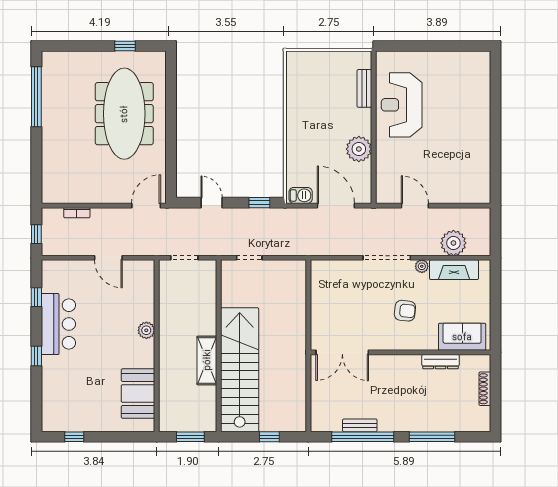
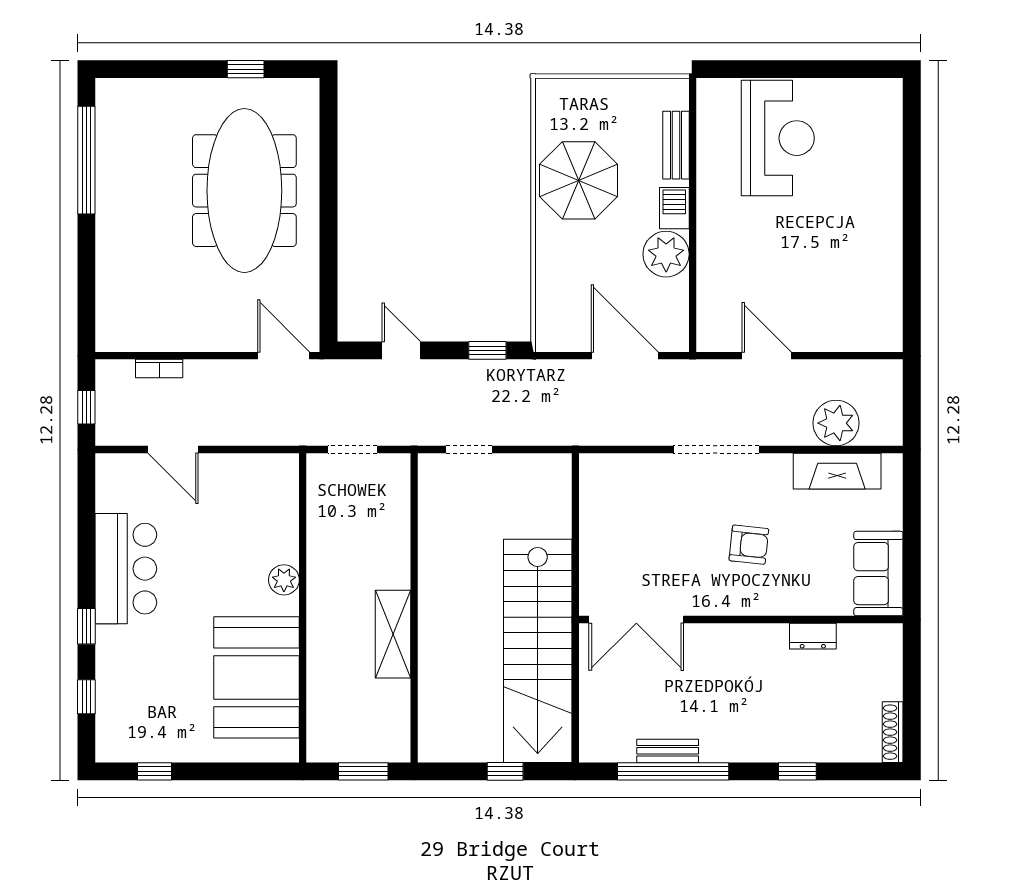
reception desk: (402, 105) -> (778, 138), moved, turned 180
parasol: (310, 108) -> (579, 180), added
barbecue: (301, 195) -> (674, 208), moved, turned -90
door: (146, 206) -> (284, 356), hinge flipped
door: (108, 258) -> (173, 450), moved
plant: (422, 266) -> (779, 465), removed
window: (36, 297) -> (86, 697), moved
sofa: (462, 337) -> (878, 574), moved, turned -90
dresser: (441, 362) -> (813, 636), width x0.70
stairs: (240, 370) -> (538, 651), moved, turned 180
shoe rack: (485, 389) -> (893, 732), moved
booth: (138, 393) -> (257, 677), width x1.36, depth x1.42
window: (432, 437) -> (797, 771), width x0.46

